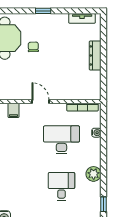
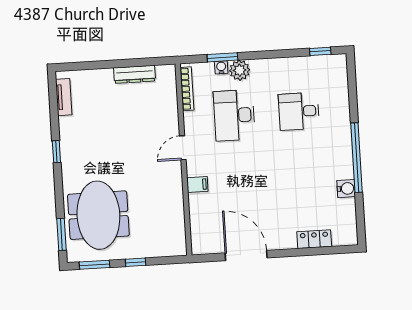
chair: (33, 47) -> (107, 162), removed
dresser: (95, 55) -> (134, 74), moved
window: (104, 134) -> (222, 57), added
plant: (94, 174) -> (240, 70), moved

